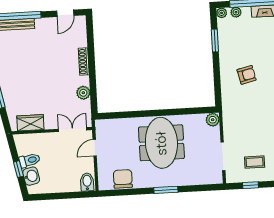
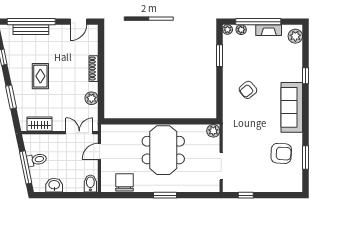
rug: (28, 73) -> (40, 76), added
armchair: (247, 75) -> (248, 90), turned 153
coffee table: (255, 162) -> (251, 173), removed
window: (18, 169) -> (26, 167), width x2.17
washbasin: (31, 176) -> (54, 185), moved, turned -78

